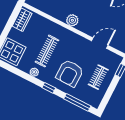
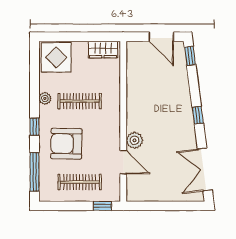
plant: (72, 20) -> (134, 140), moved
clothes rail: (98, 77) -> (80, 182), width x1.36

